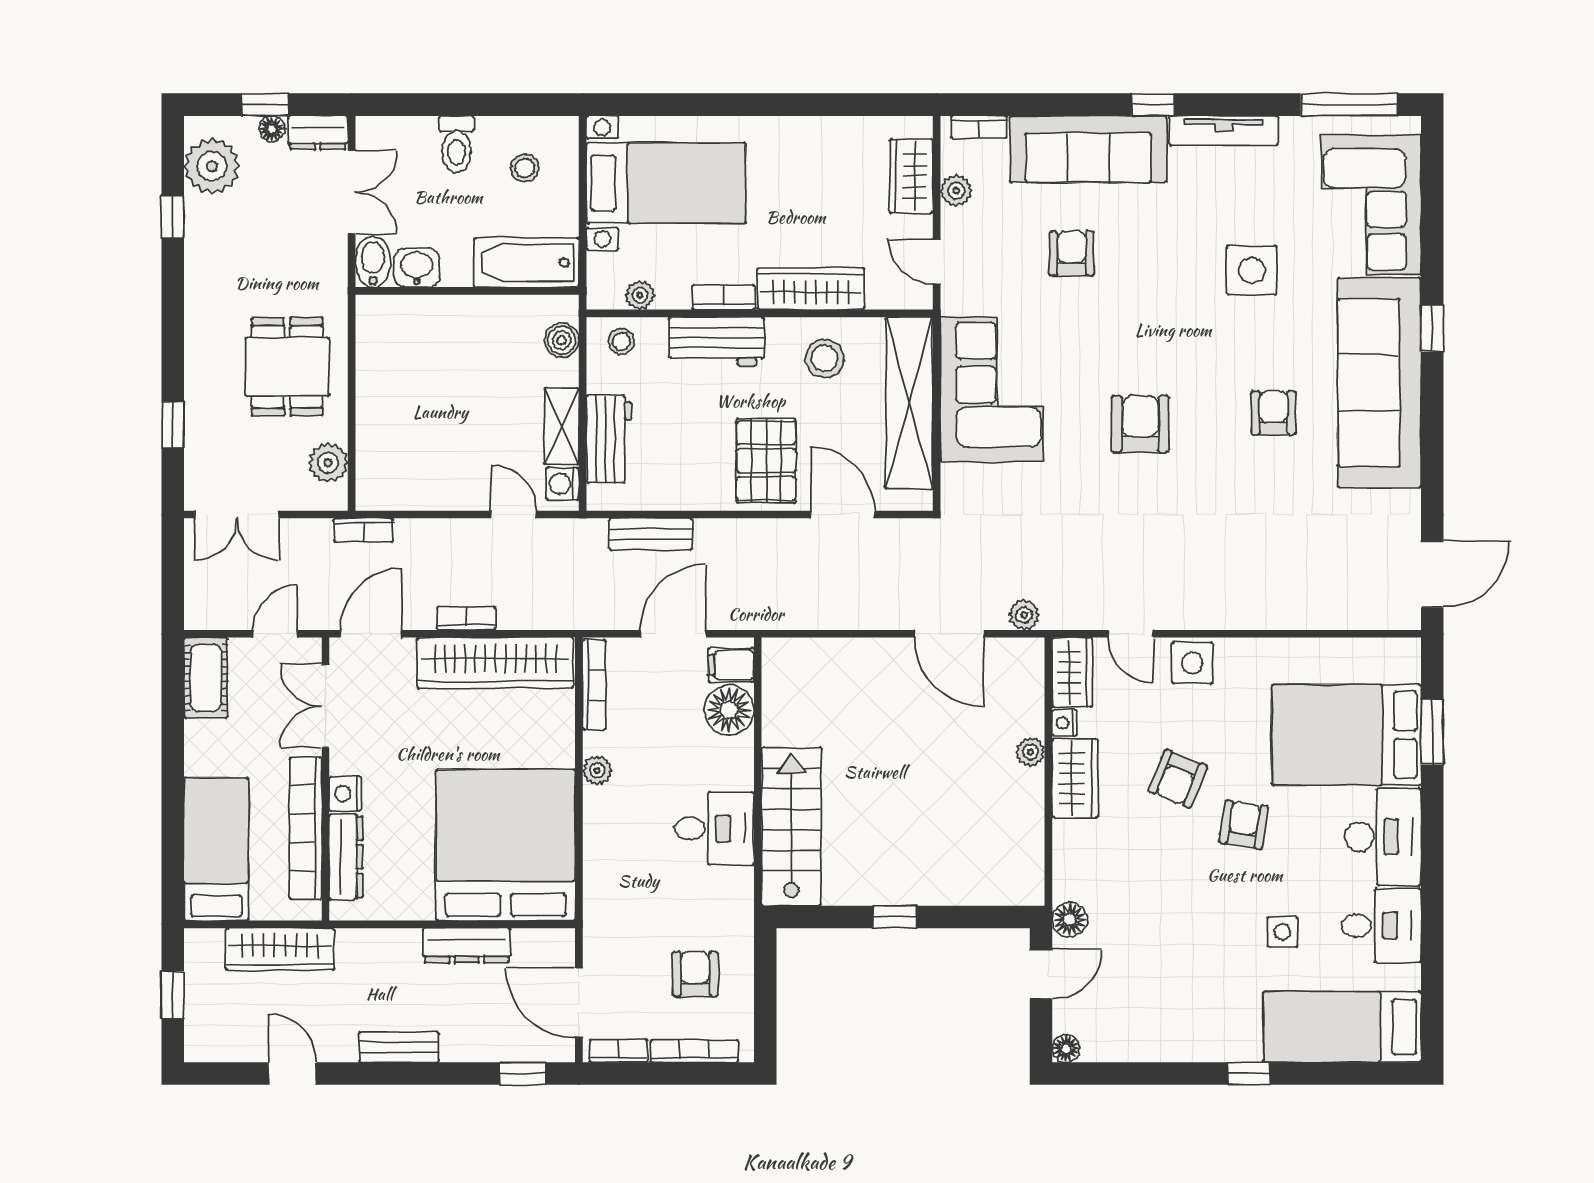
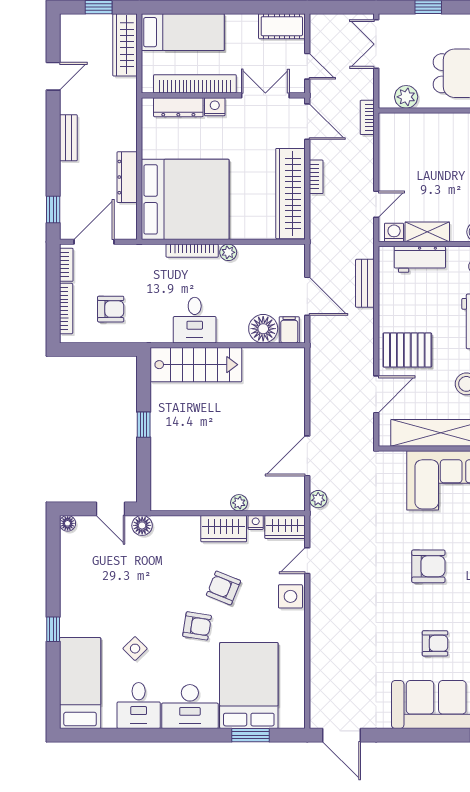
bookcase: (594, 685) -> (192, 251), moved
side table: (1283, 932) -> (135, 649), turned 45
wardrobe: (280, 949) -> (125, 45), moved

